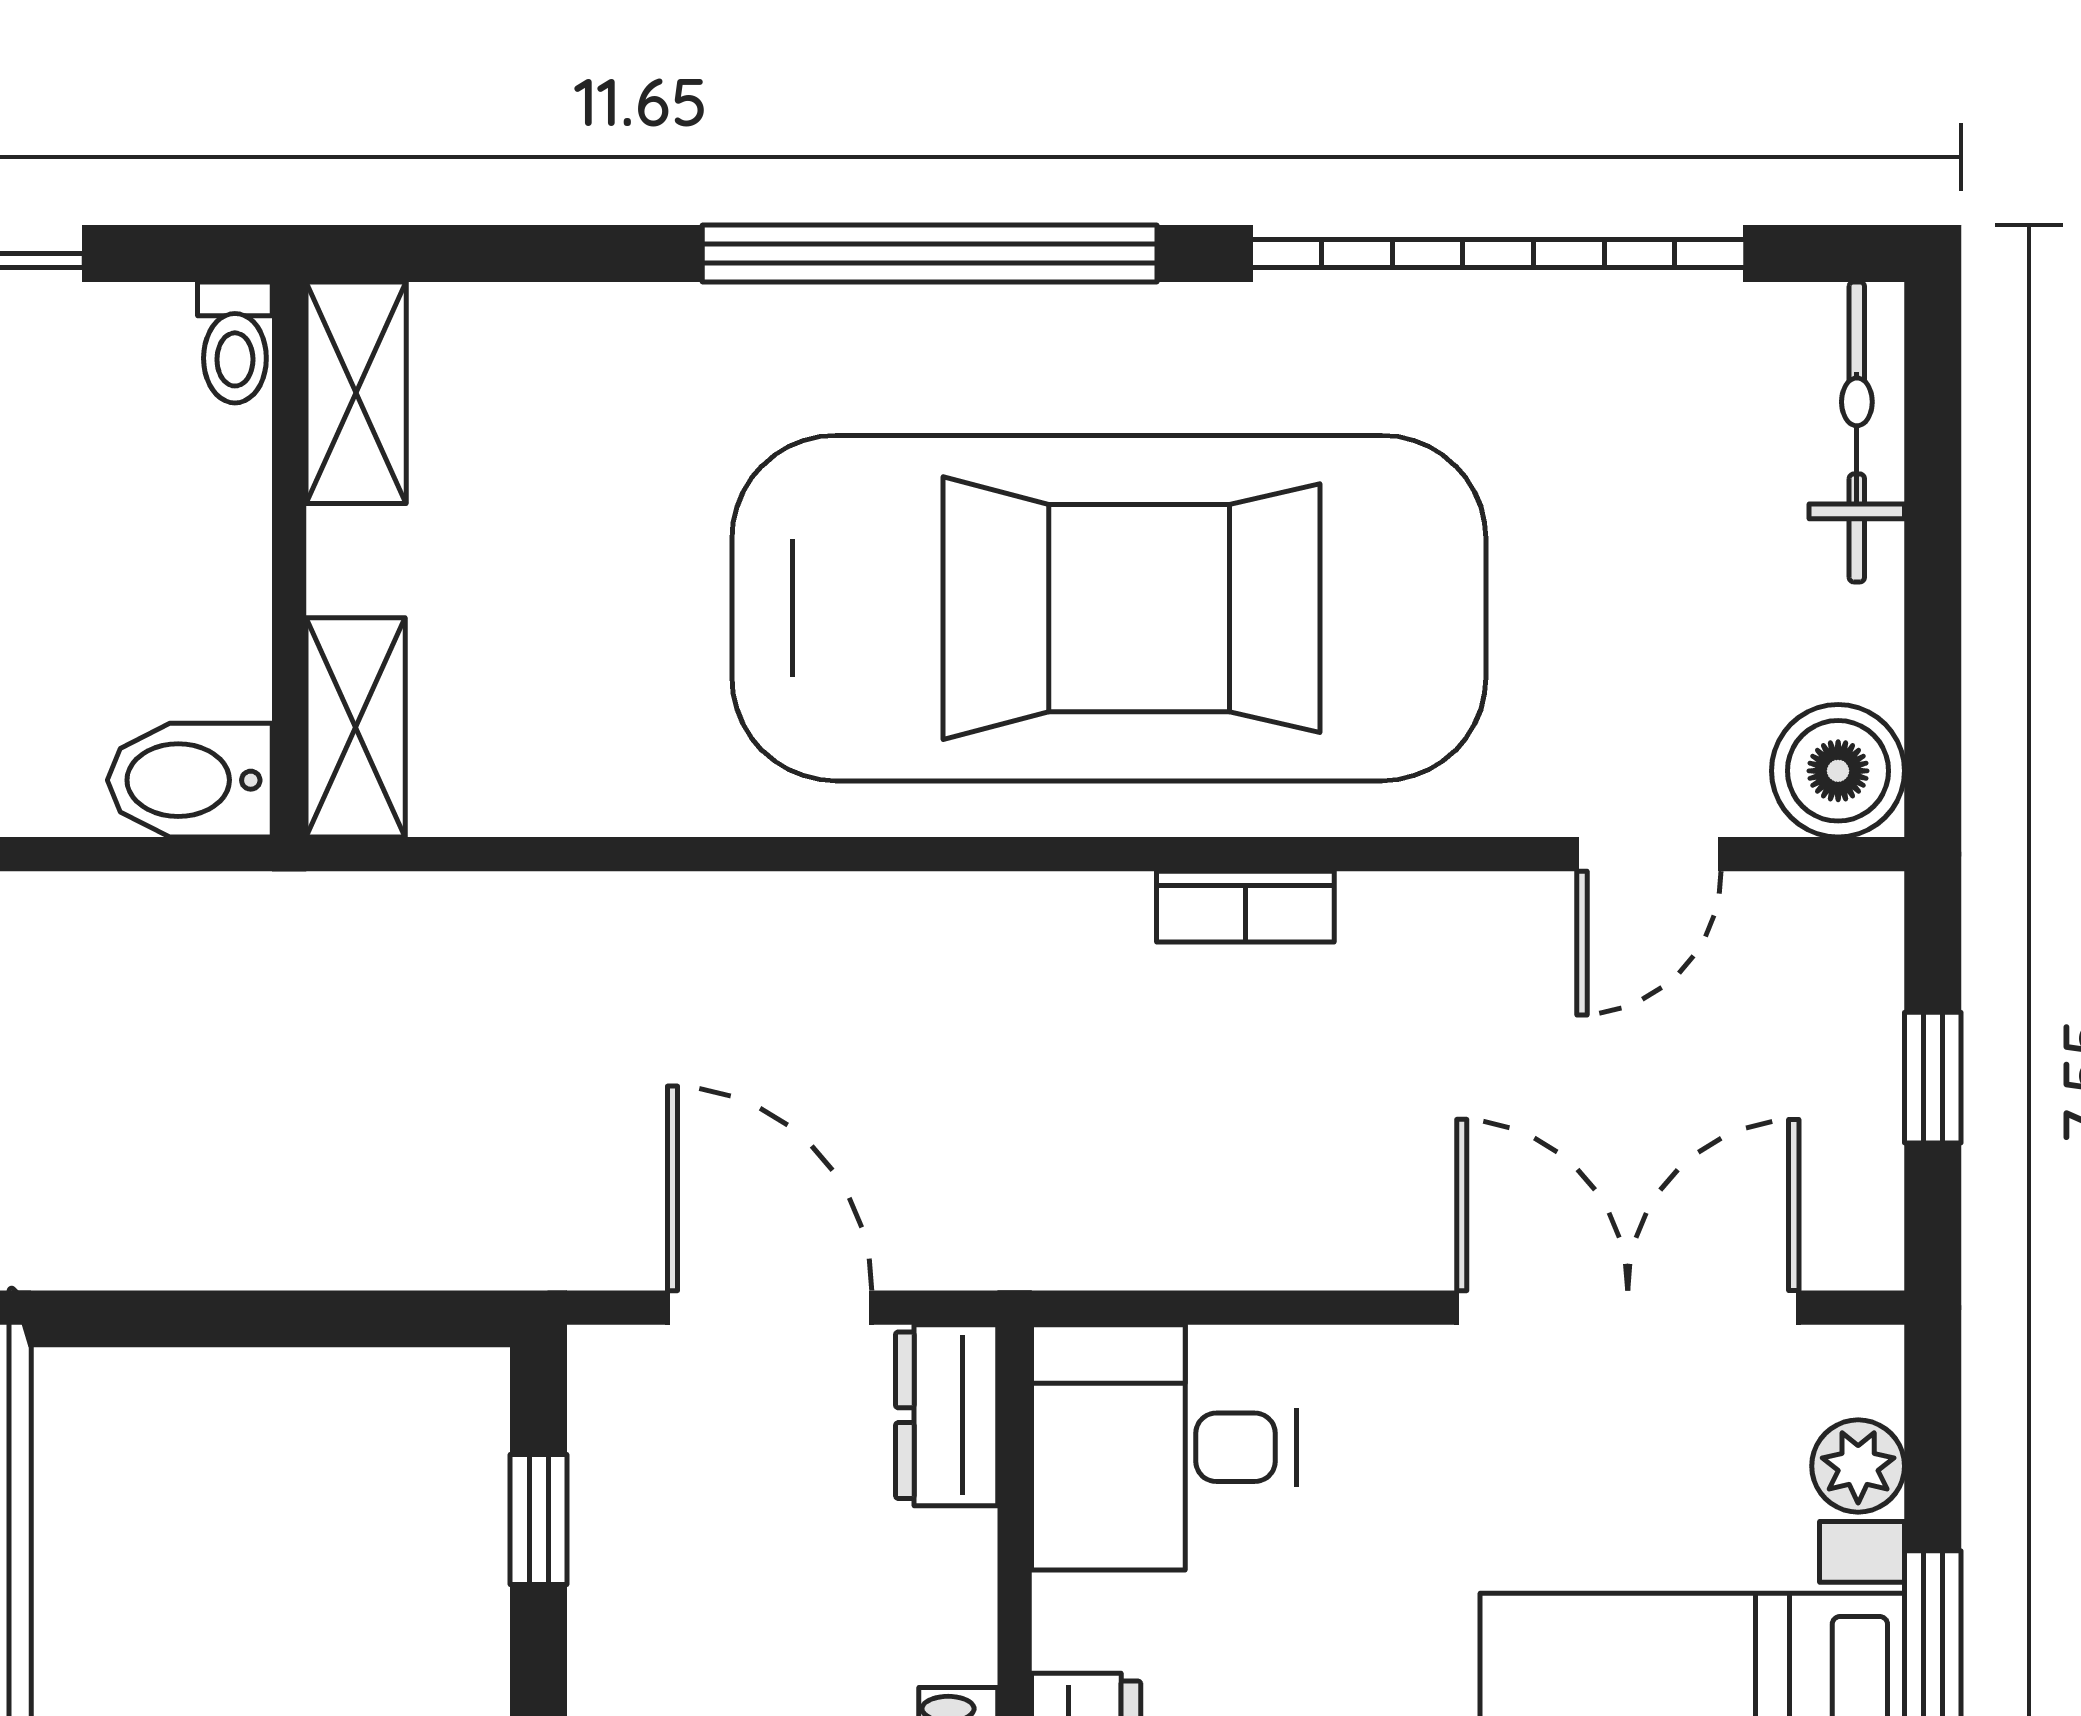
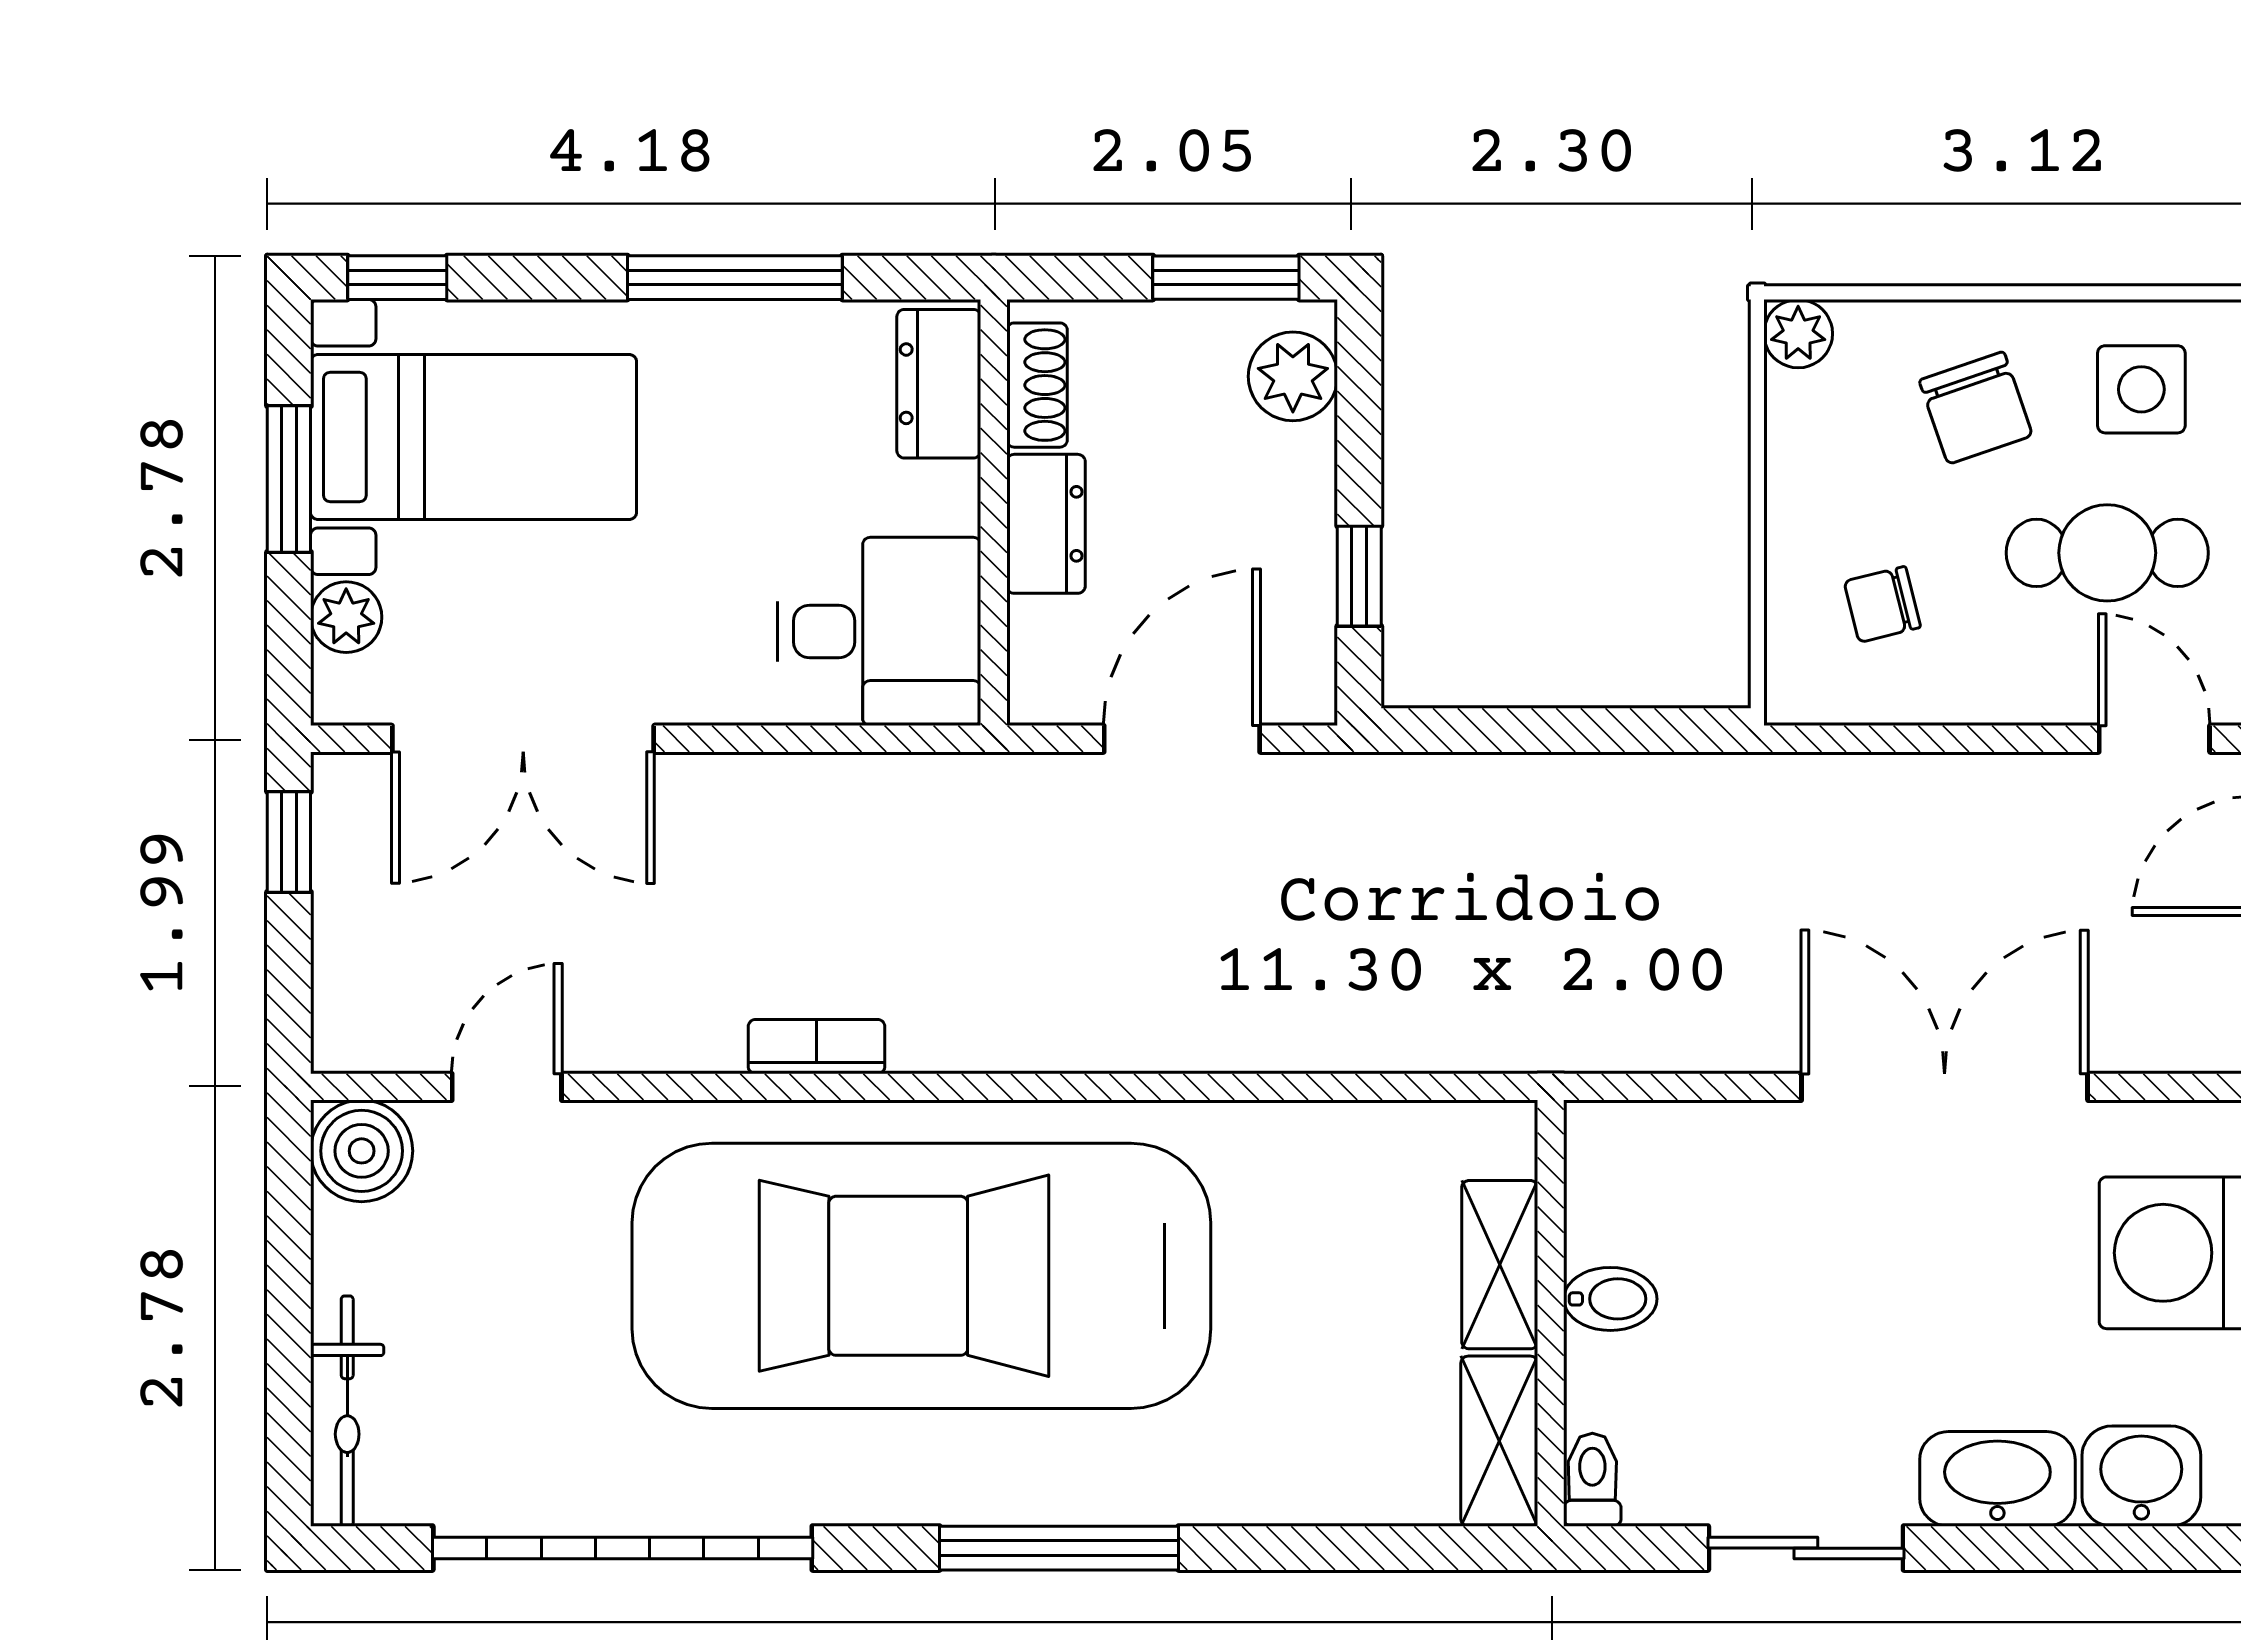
window: (930, 253) -> (1059, 1548), width x0.68
shelving: (356, 727) -> (1500, 1265), moved
bidet: (190, 780) -> (1610, 1299), moved, width x0.72, depth x0.74
window: (1933, 1078) -> (289, 842), moved
door: (770, 1308) -> (1182, 739), swing flipped
dresser: (947, 1415) -> (1046, 524), moved

